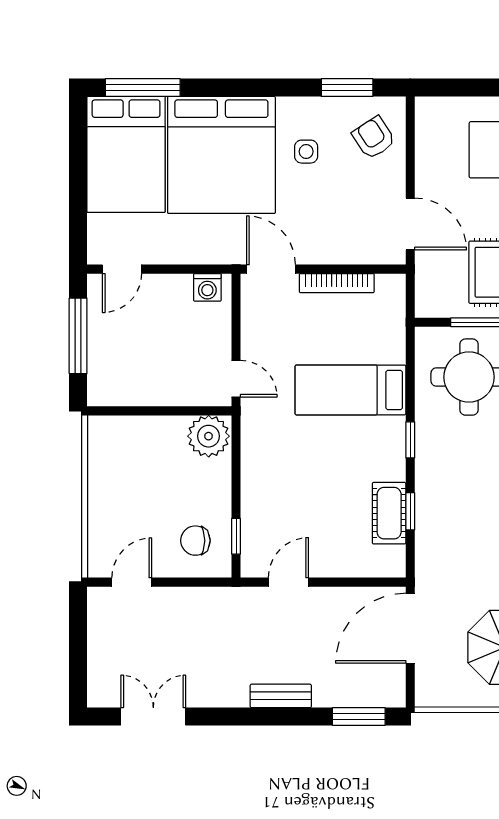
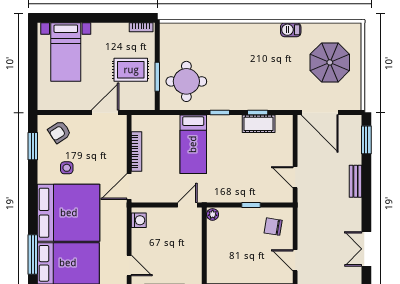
plant: (209, 436) -> (213, 214), width x0.53, depth x0.53
window: (236, 536) -> (251, 205), moved
chair: (195, 541) -> (273, 227), turned 99

